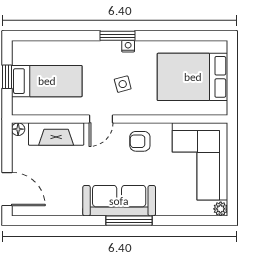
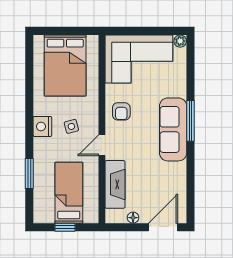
window: (118, 36) -> (29, 174), moved
nightstand: (128, 46) -> (42, 126), width x1.89, depth x1.79
door: (101, 119) -> (102, 145), swing flipped
floor lamp: (18, 129) -> (133, 218), moved

